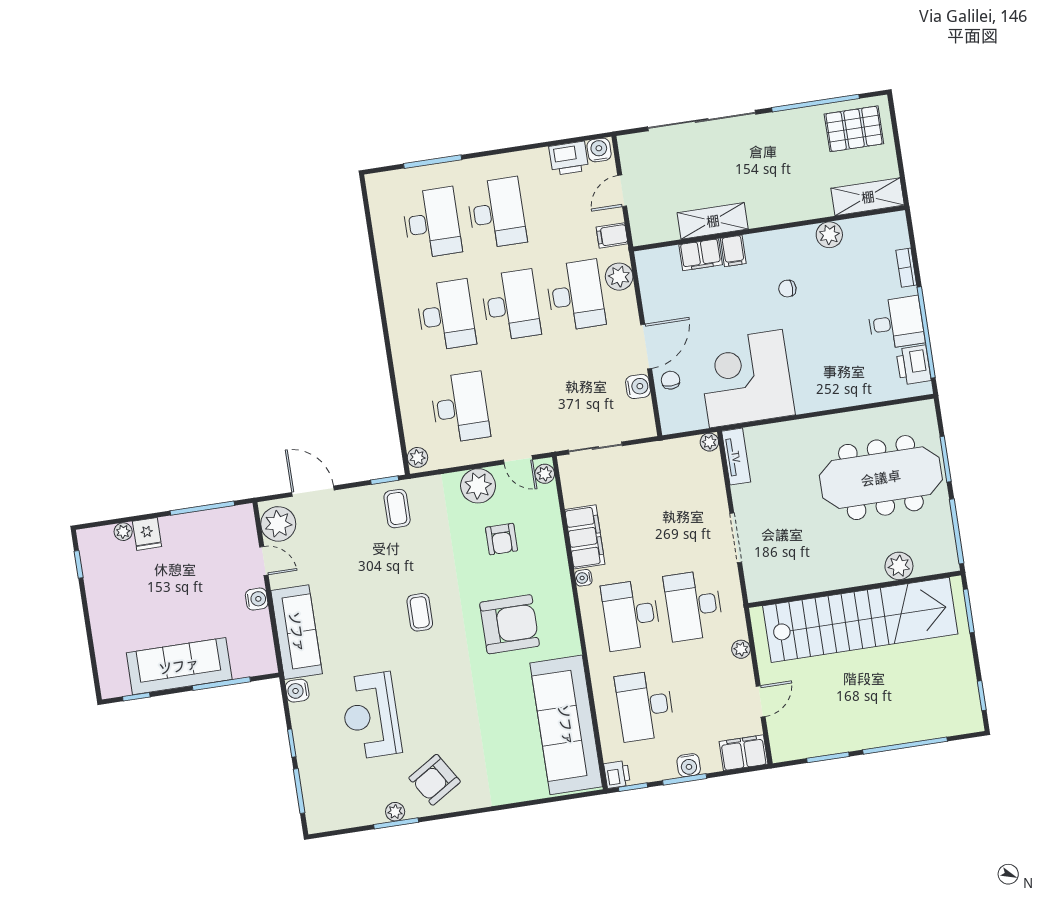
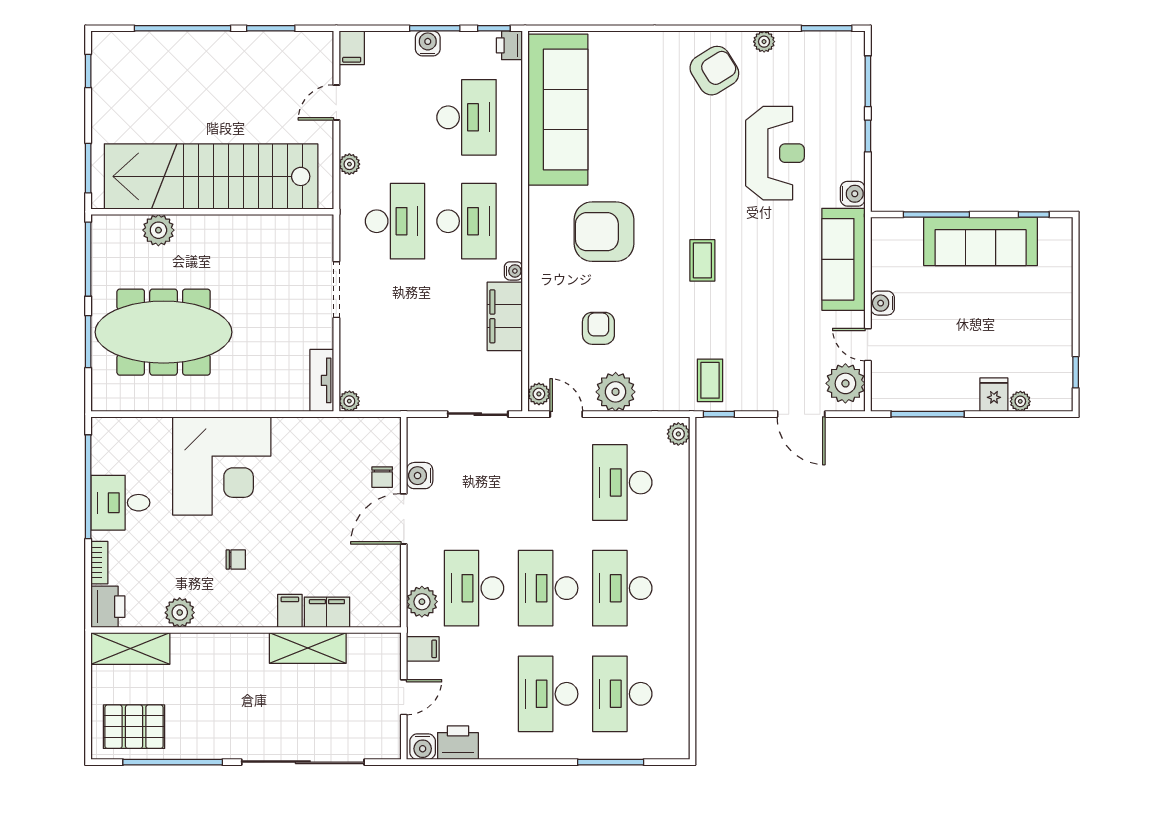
printer: (914, 365) -> (108, 607), moved
corner desk: (746, 379) -> (222, 466), moved
filing cabinet: (743, 753) -> (352, 48), width x0.50
window: (396, 823) -> (827, 28), moved

